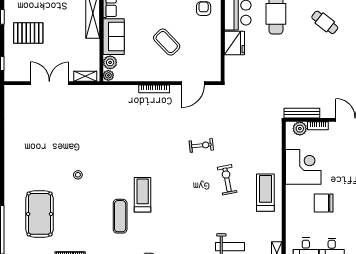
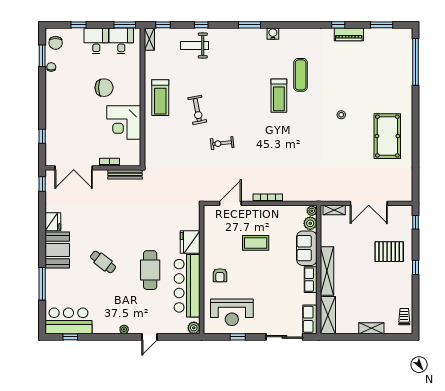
coffee table: (167, 42) -> (256, 243), turned -46
plant: (300, 129) -> (127, 159), removed
pool table: (40, 214) -> (387, 136), moved

